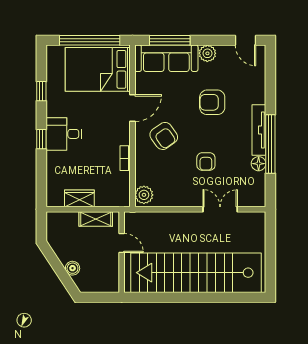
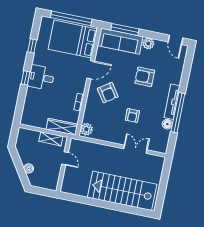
wardrobe: (79, 198) -> (62, 127), moved, width x1.50
stairs: (196, 273) -> (122, 191), width x0.73

